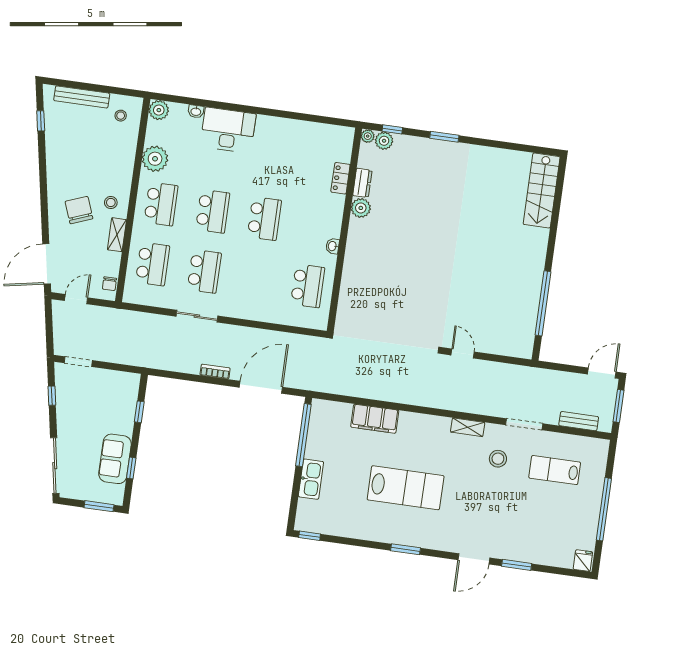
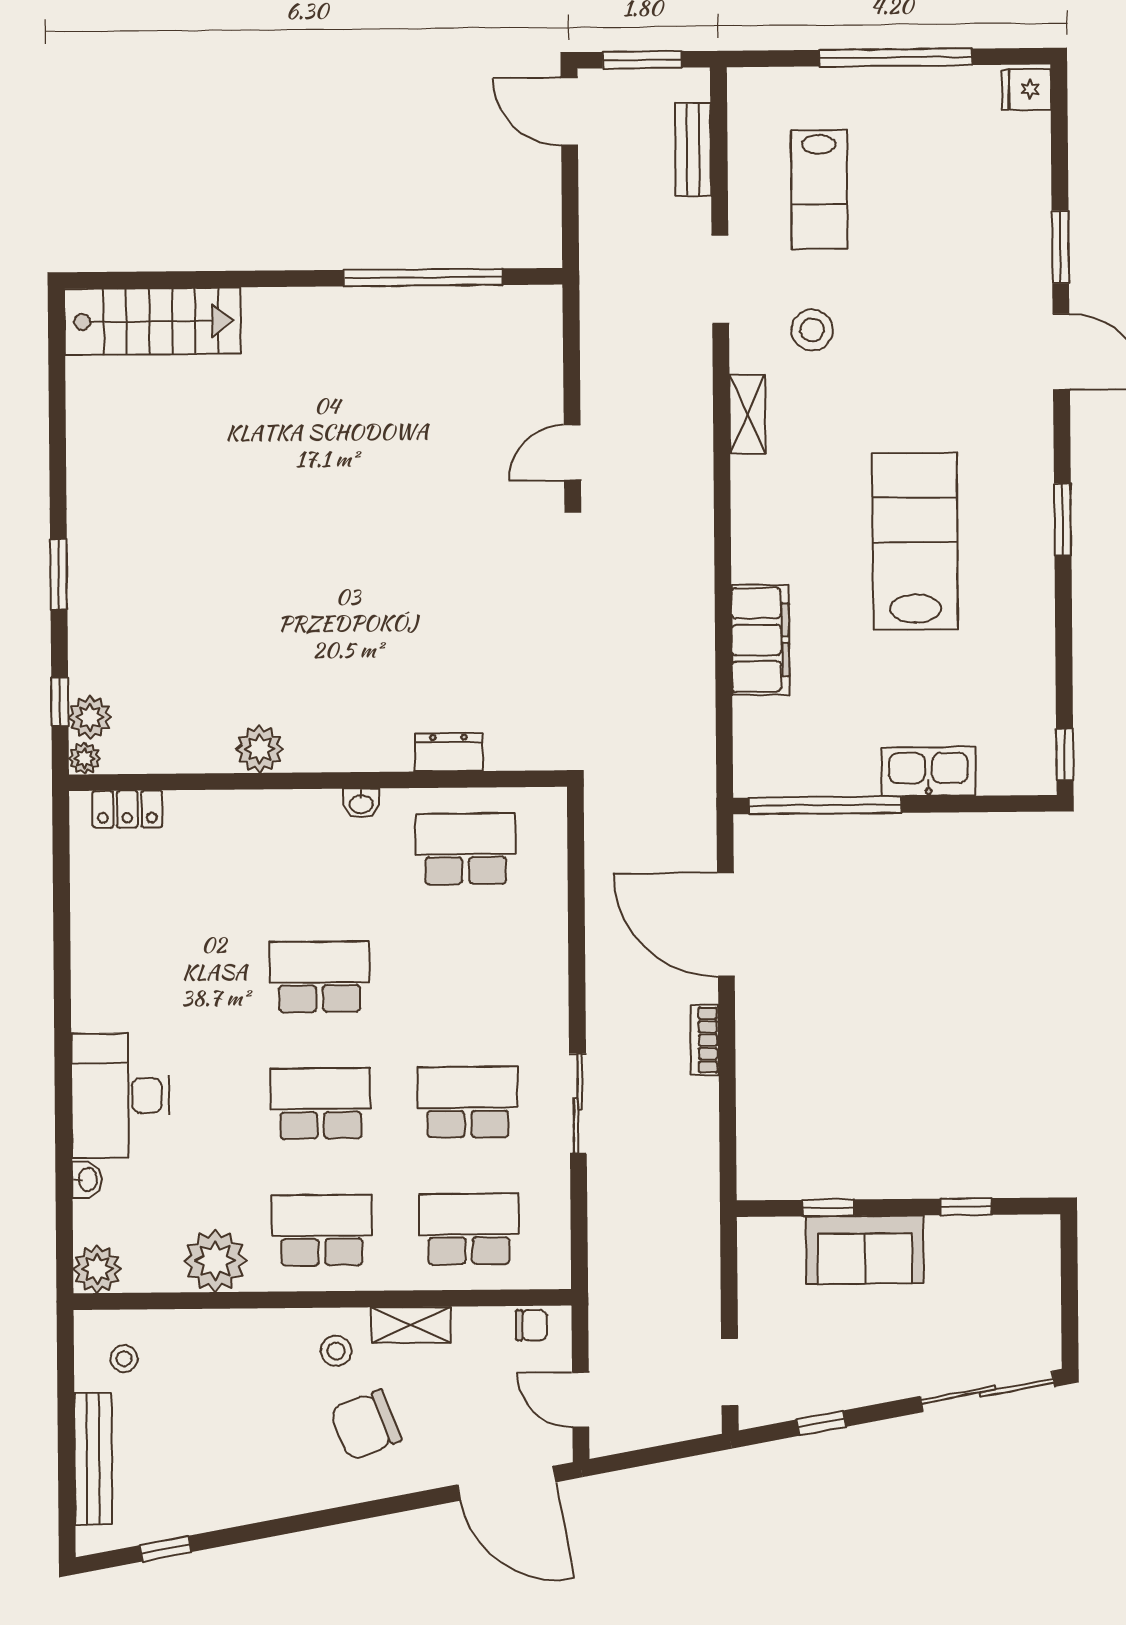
locker: (340, 178) -> (127, 809), moved
dresser: (362, 183) -> (449, 752), moved
sofa: (115, 459) -> (865, 1250), moved
window: (99, 506) -> (1069, 1271), removed

